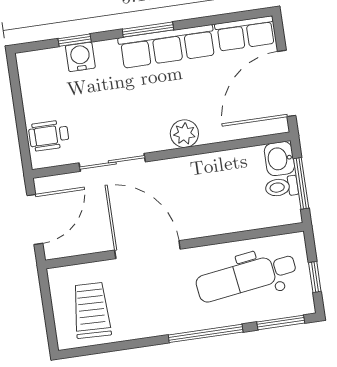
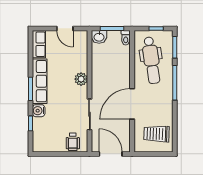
water cooler: (80, 57) -> (39, 111), moved
door: (287, 83) -> (65, 28), width x0.53
toilet: (282, 187) -> (126, 38), moved

